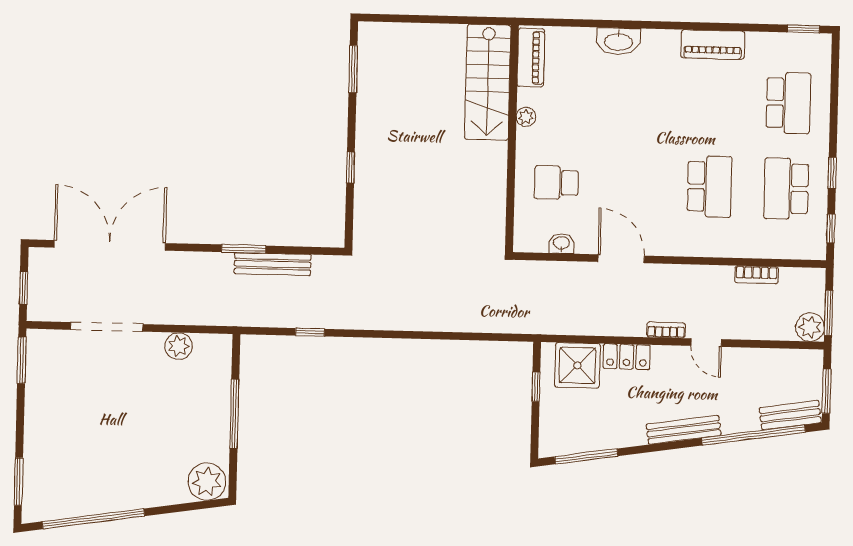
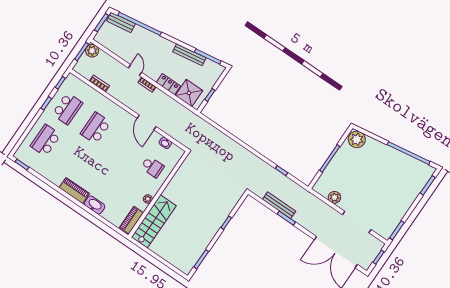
piano: (713, 45) -> (74, 191), moved
bench: (684, 430) -> (189, 55), moved

